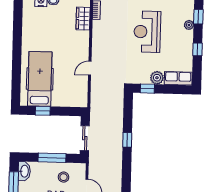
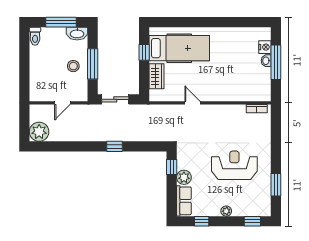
wardrobe: (83, 19) -> (157, 76), moved, turned 90
plant: (189, 25) -> (226, 211), moved
window: (197, 49) -> (202, 221), moved
stool: (64, 177) -> (73, 66), moved

